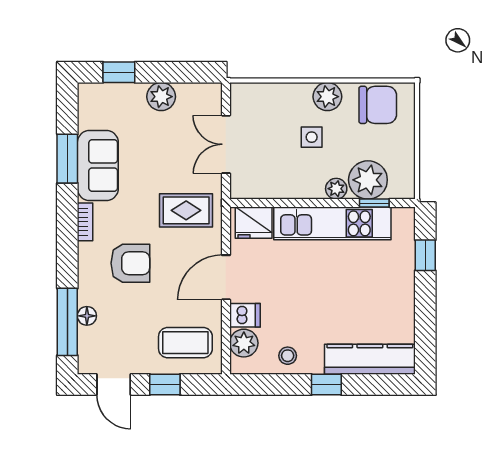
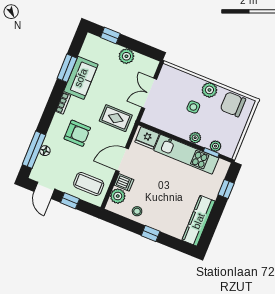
chair: (378, 105) -> (233, 104), turned 180
plant: (368, 180) -> (215, 146), width x0.53, depth x0.53
kitchen counter: (370, 359) -> (199, 221), moved, turned -90

